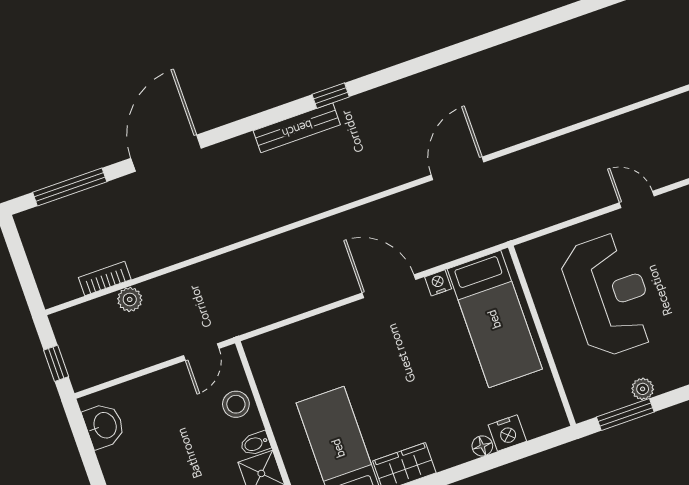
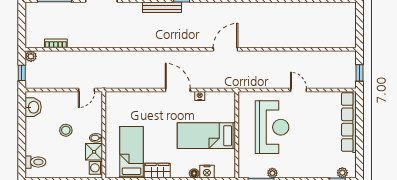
plant: (130, 299) -> (31, 56), moved
bed: (495, 319) -> (206, 136), moved, turned 90
stool: (236, 404) -> (66, 130), moved

